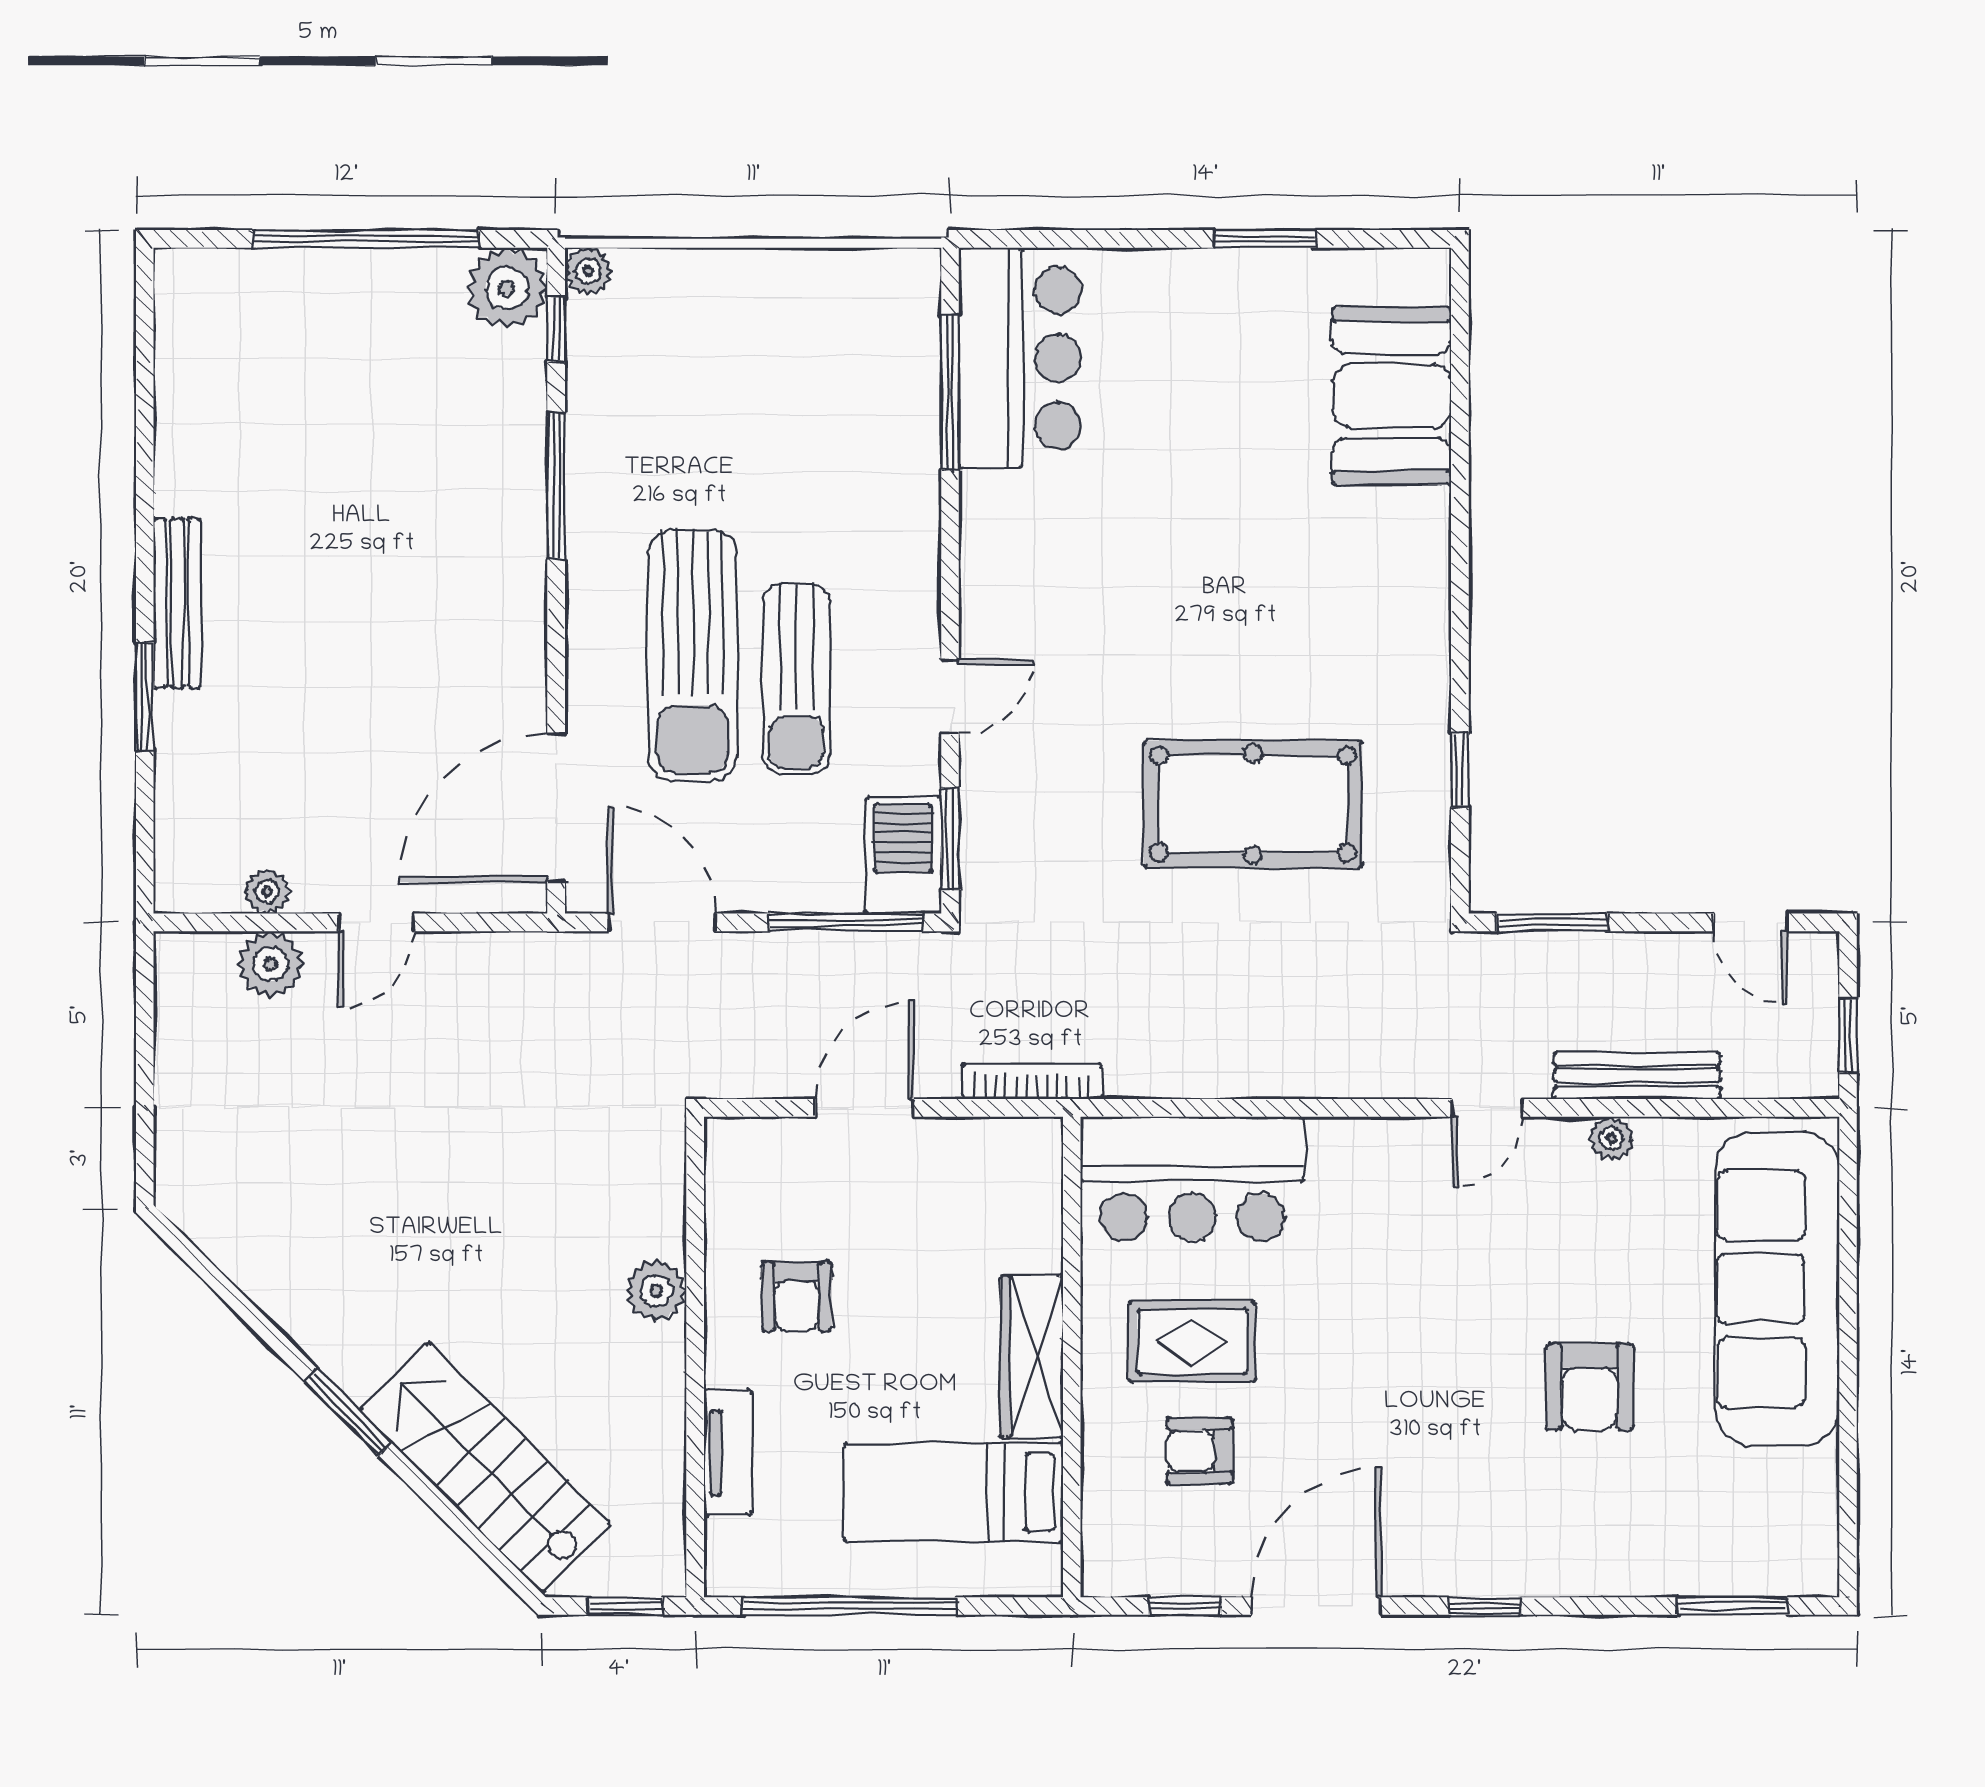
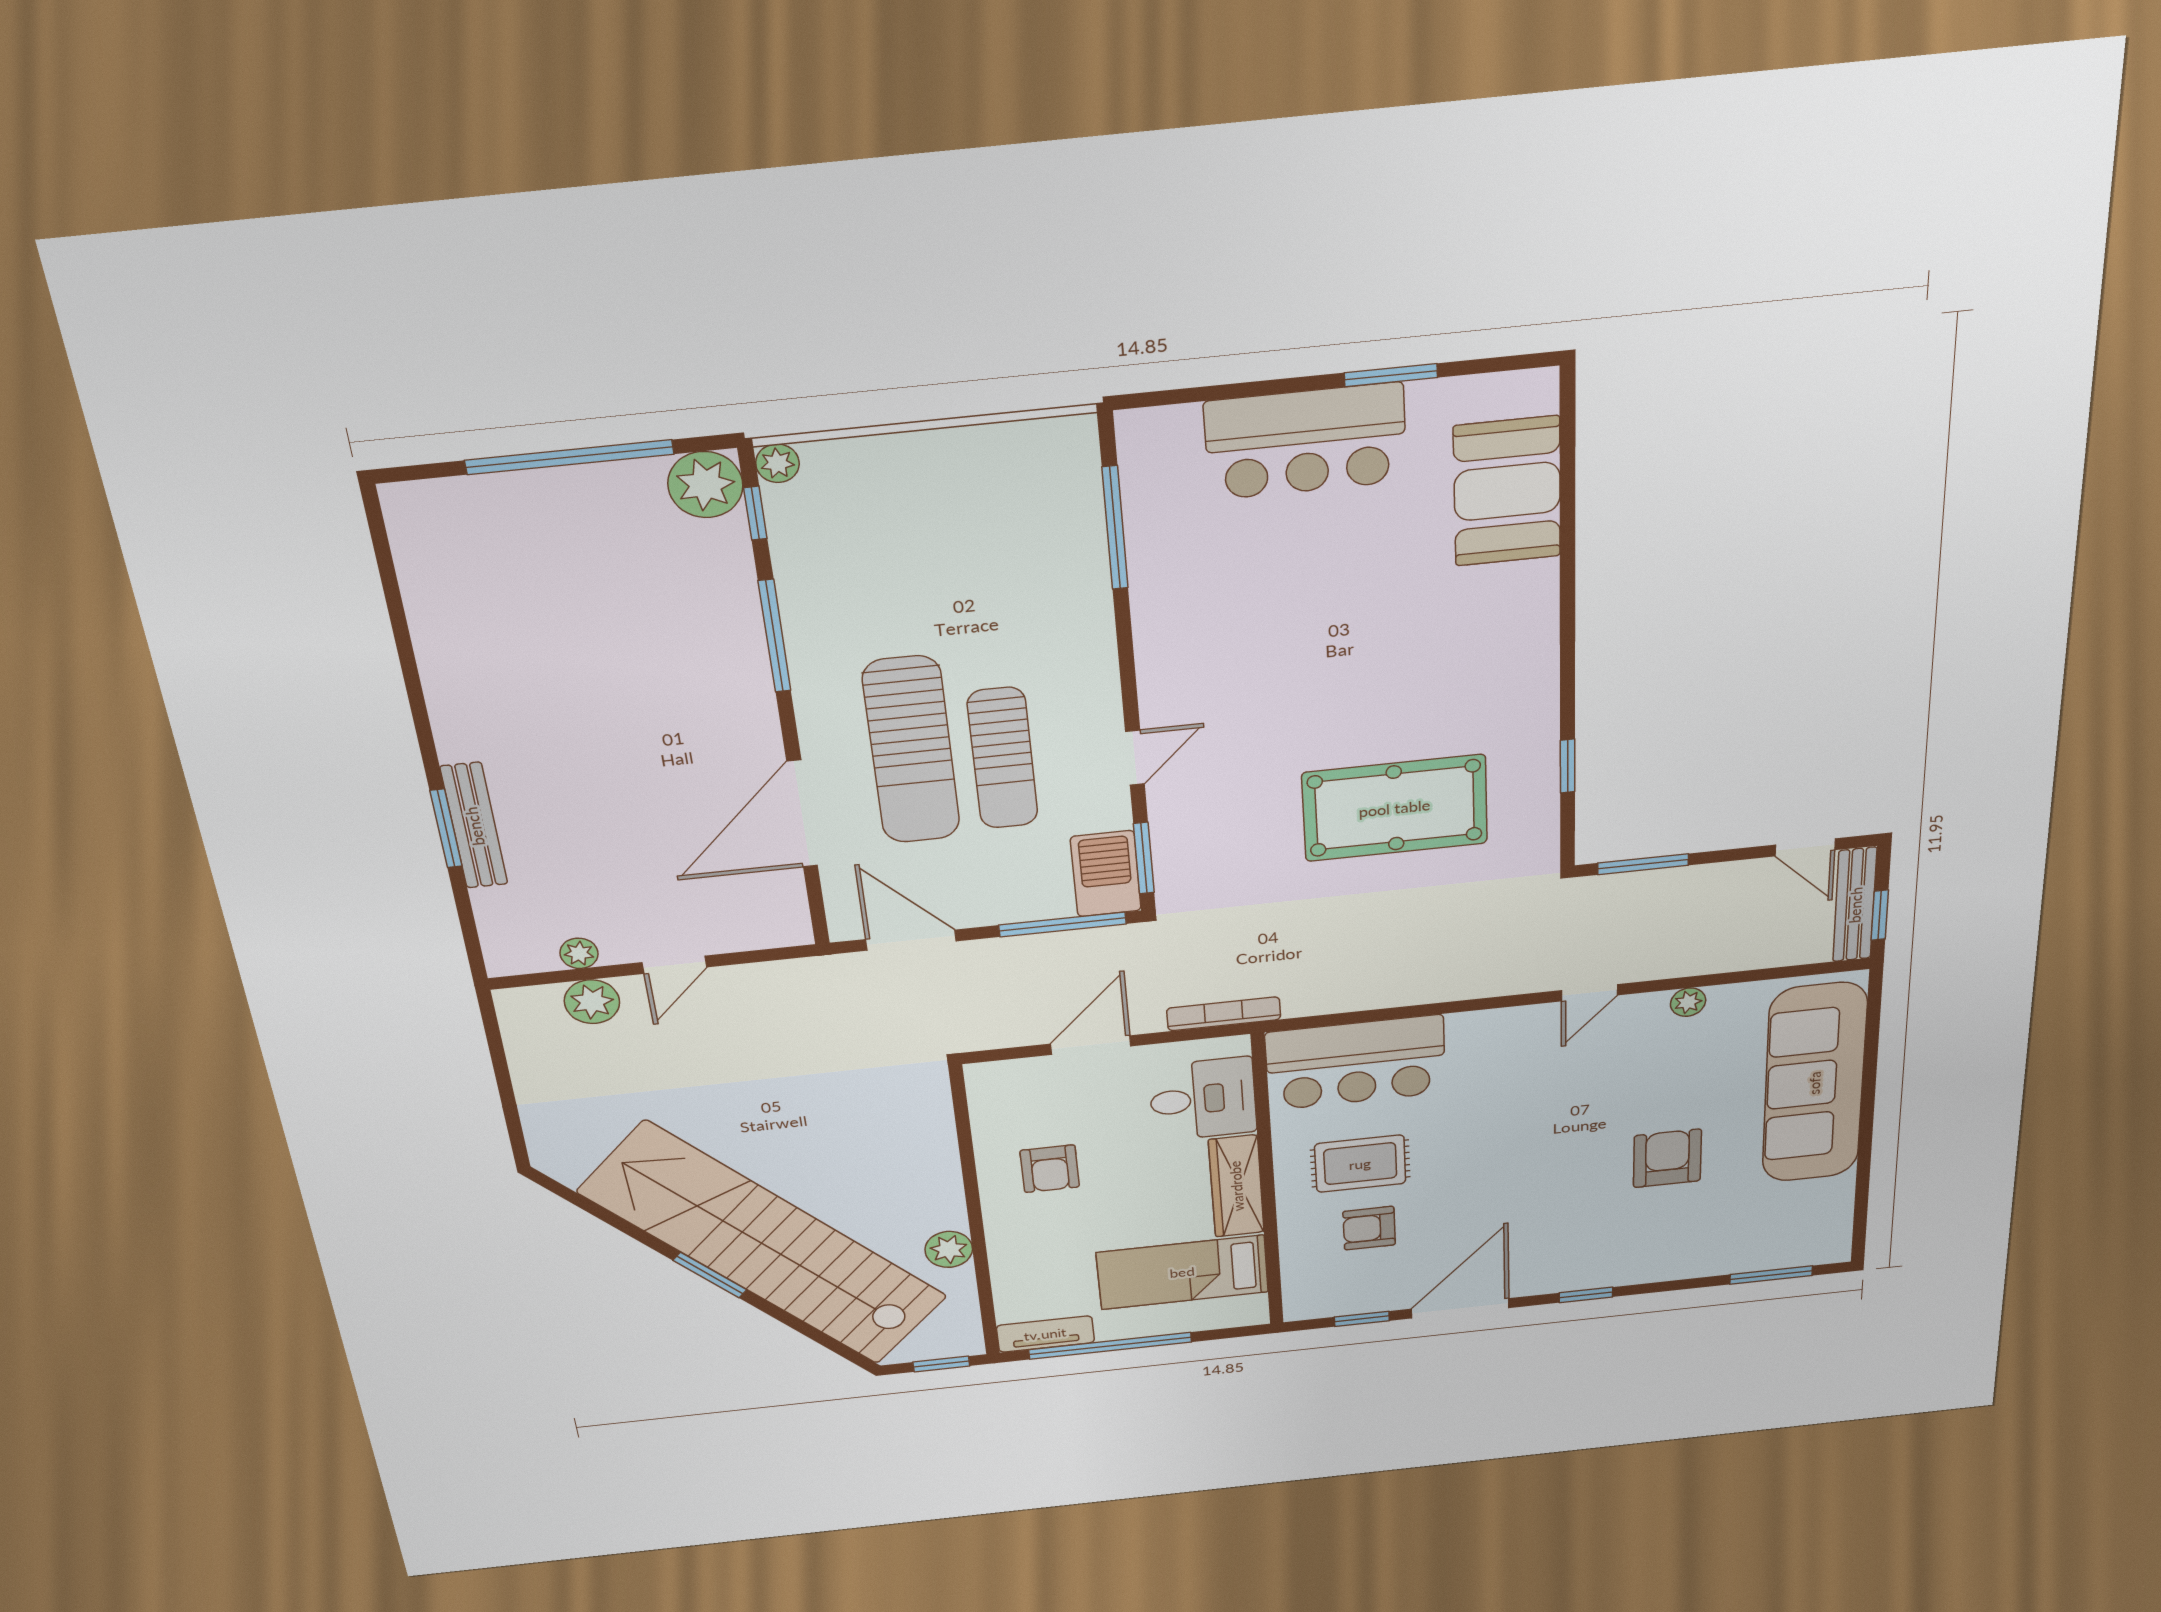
bar counter: (1020, 358) -> (1306, 441), moved, turned 90
bench: (177, 603) -> (474, 826), moved
door: (556, 808) -> (802, 814), moved
bench: (1637, 1076) -> (1855, 905), moved, turned 90
desk: (998, 1211) -> (1203, 1099), added
plant: (656, 1291) -> (949, 1249), moved
armchair: (1590, 1387) -> (1667, 1158), turned 180
tv unit: (728, 1452) -> (1045, 1334), moved, turned -90
stairs: (485, 1467) -> (764, 1245), width x1.86, depth x1.51

